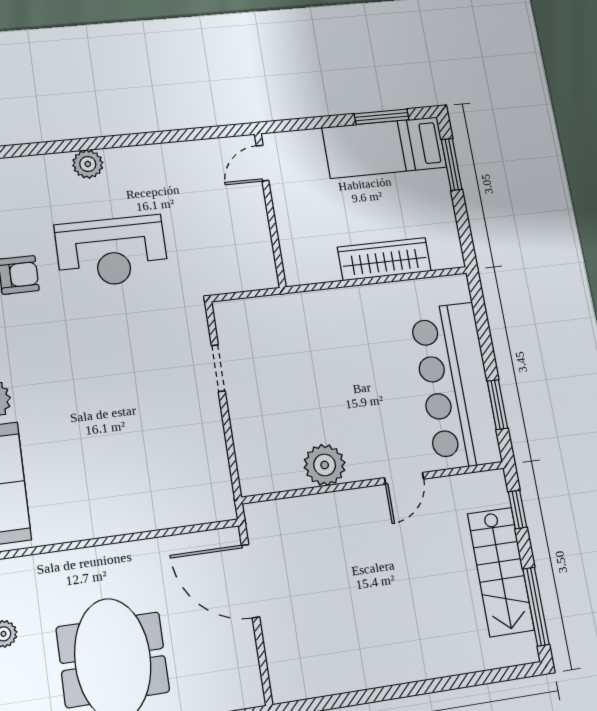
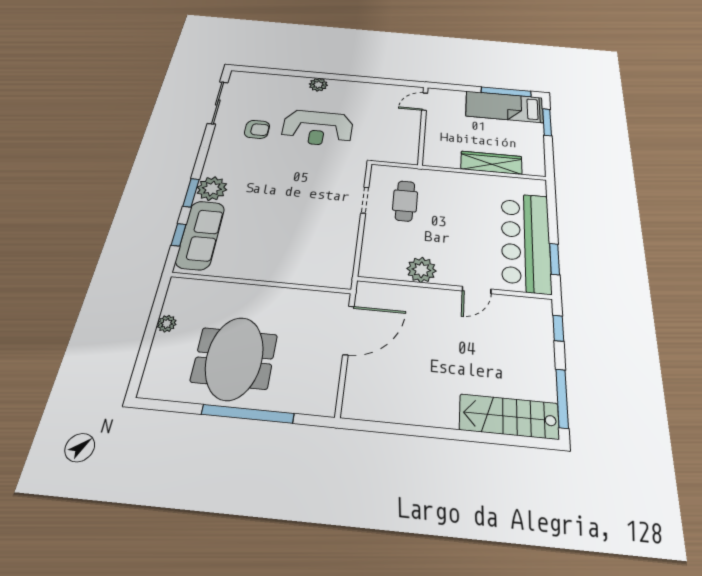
window: (382, 117) -> (506, 92), width x1.44
cafe table: (276, 356) -> (405, 201), added
stairs: (501, 572) -> (509, 417), moved, turned 90
door: (250, 581) -> (348, 330), swing flipped

